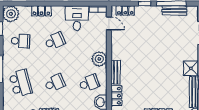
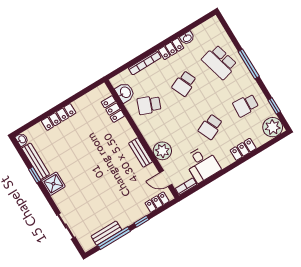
plant: (99, 59) -> (162, 151), moved
bench: (116, 72) -> (140, 153), moved
school desk: (89, 83) -> (149, 105), turned 42

